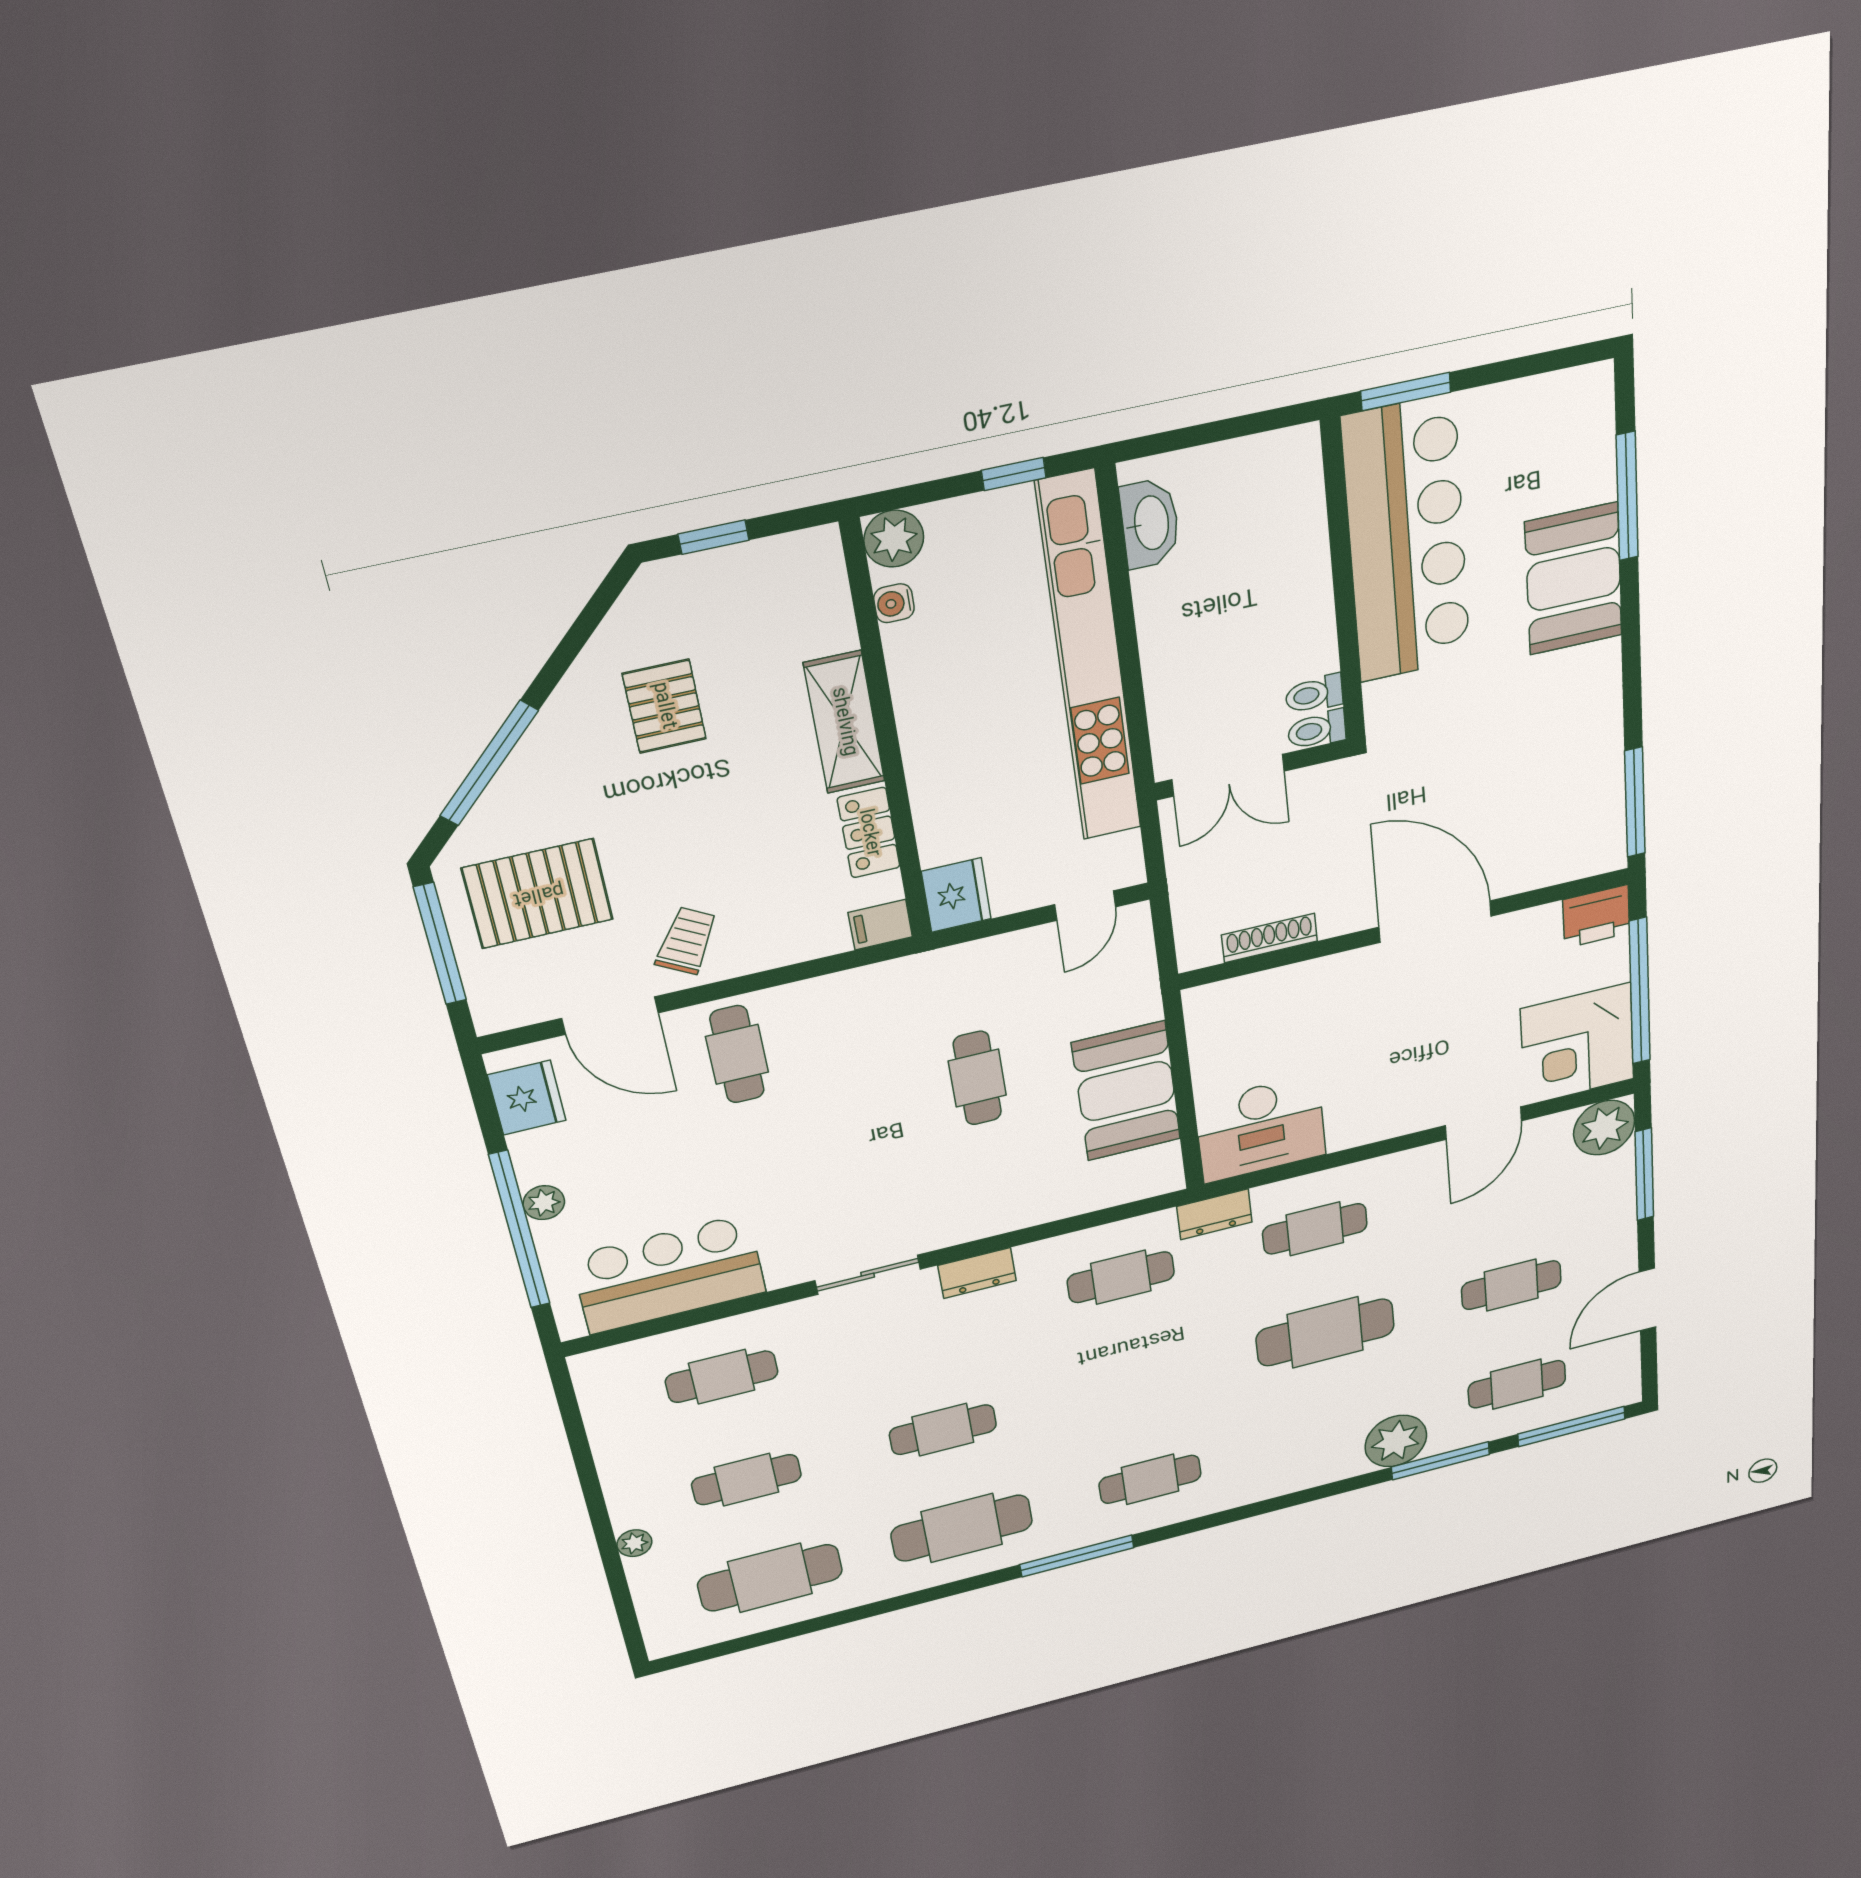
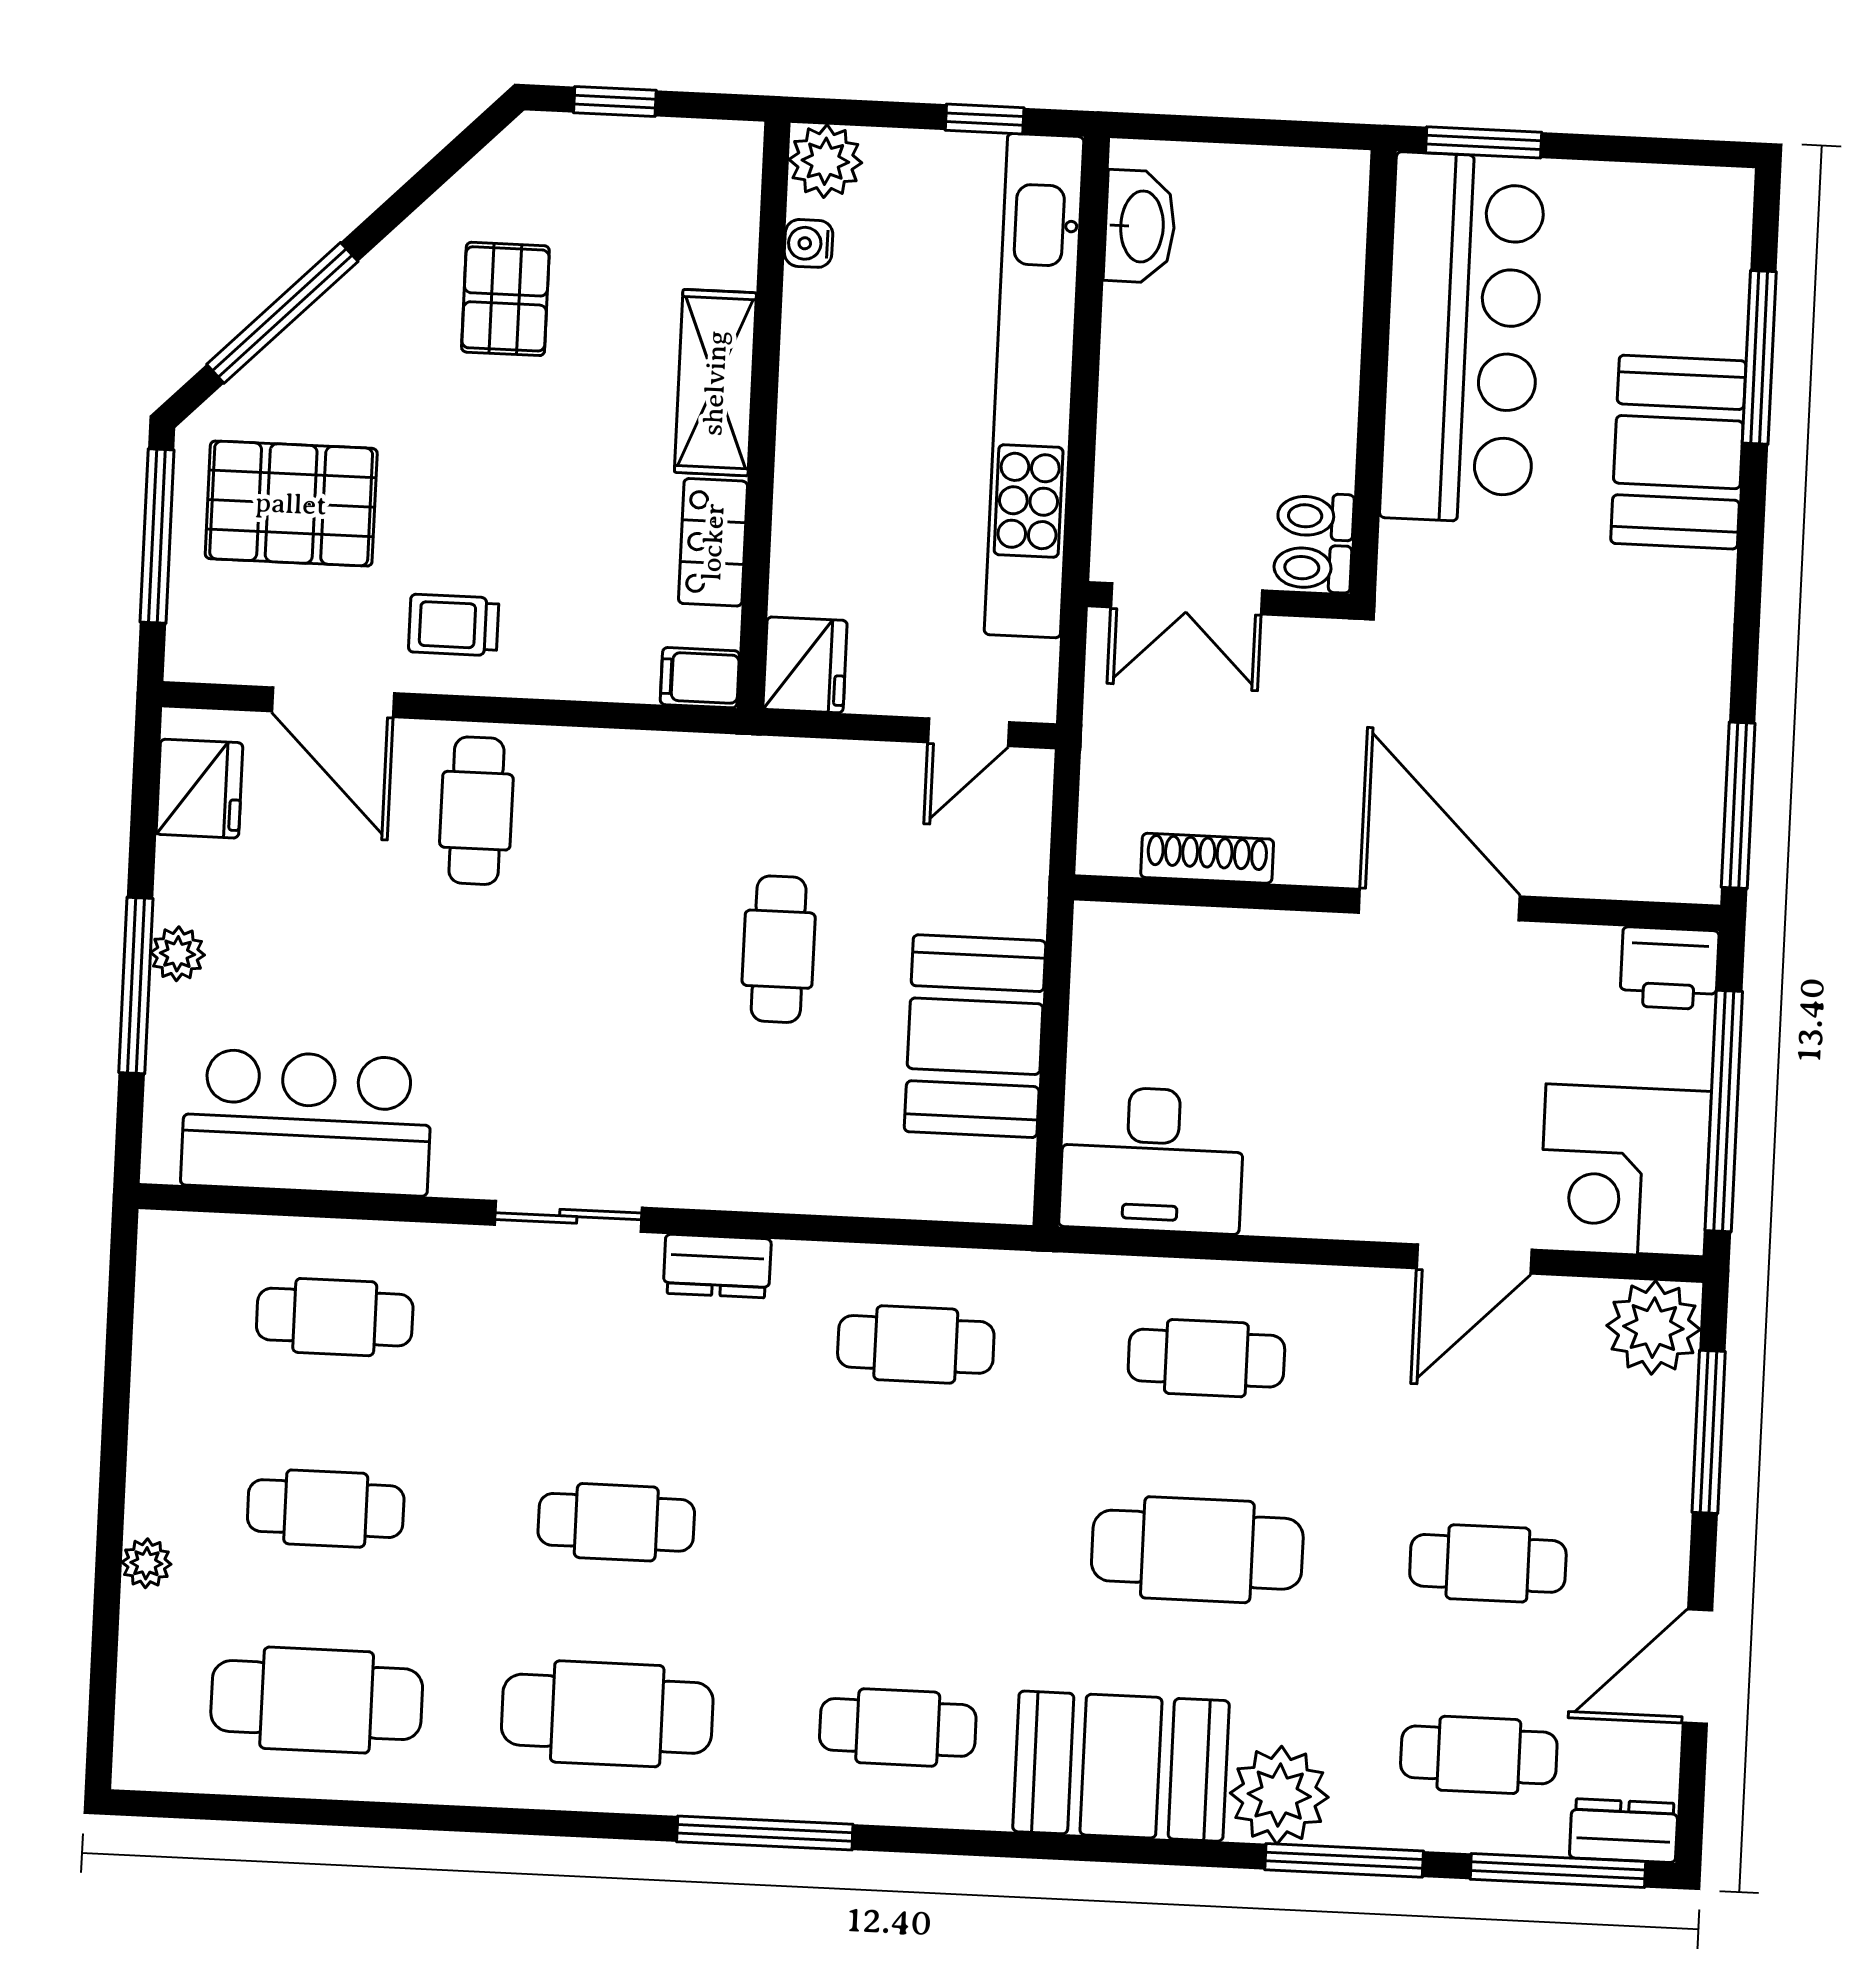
trolley: (687, 941) -> (454, 625), turned -120
dresser: (1215, 1214) -> (1624, 1831), moved, turned 180
window: (520, 1230) -> (136, 985), width x0.68
booth: (1295, 1456) -> (1121, 1766), added

